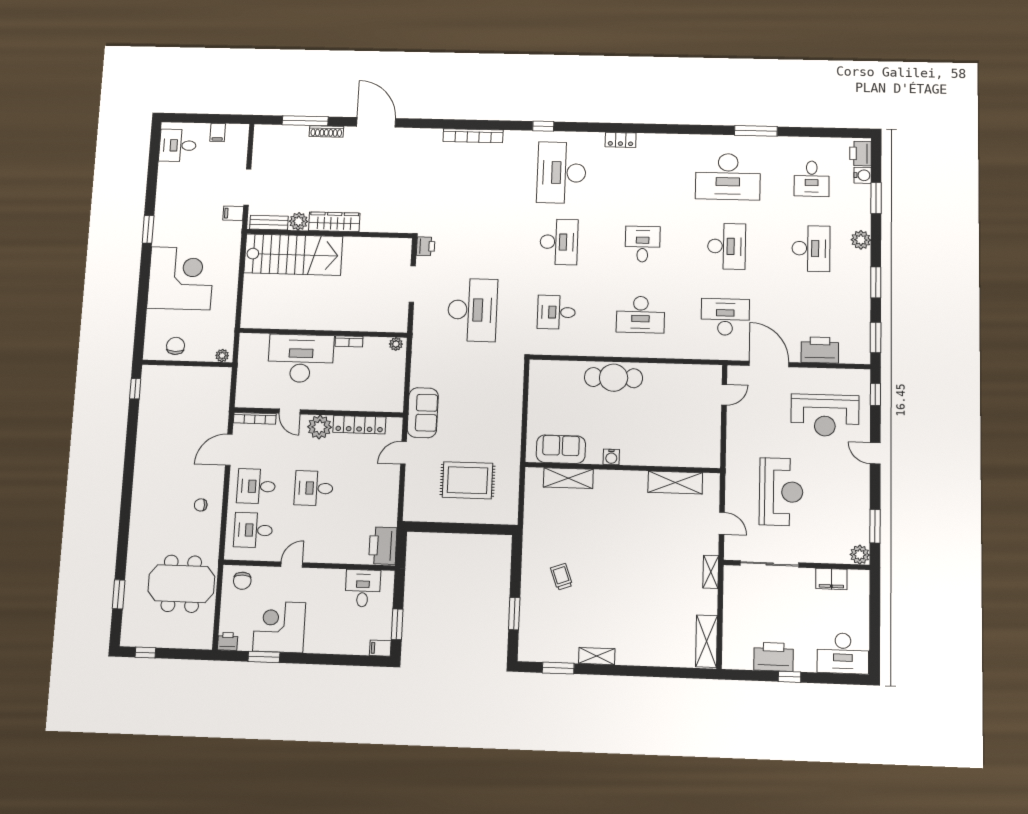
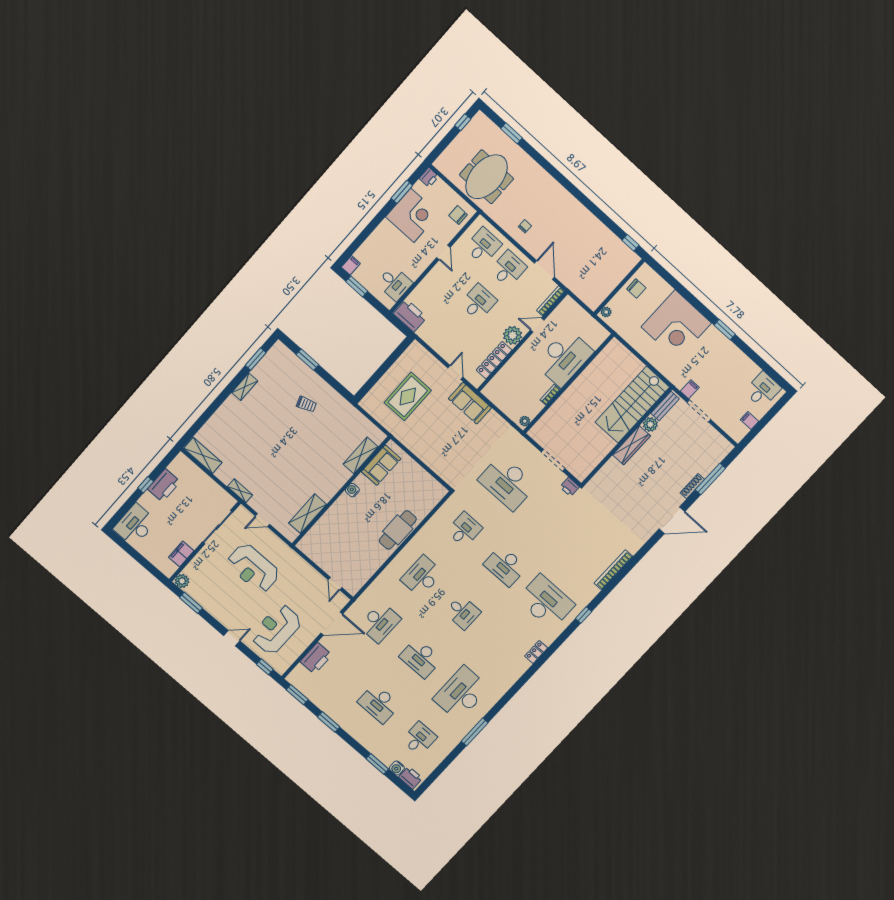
desk: (812, 179) -> (419, 739), turned 90
plant: (861, 240) -> (360, 735), removed

